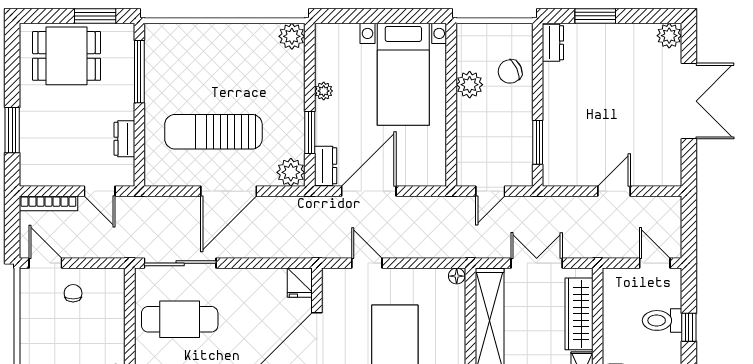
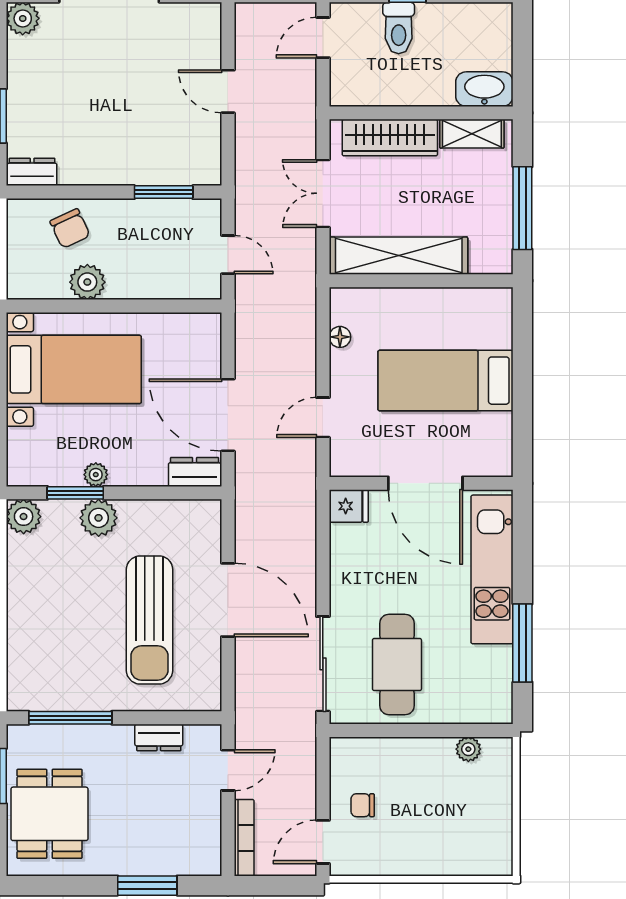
window: (310, 132) -> (75, 493), moved
plant: (291, 172) -> (99, 518), moved
floor lamp: (457, 276) -> (340, 337), moved

